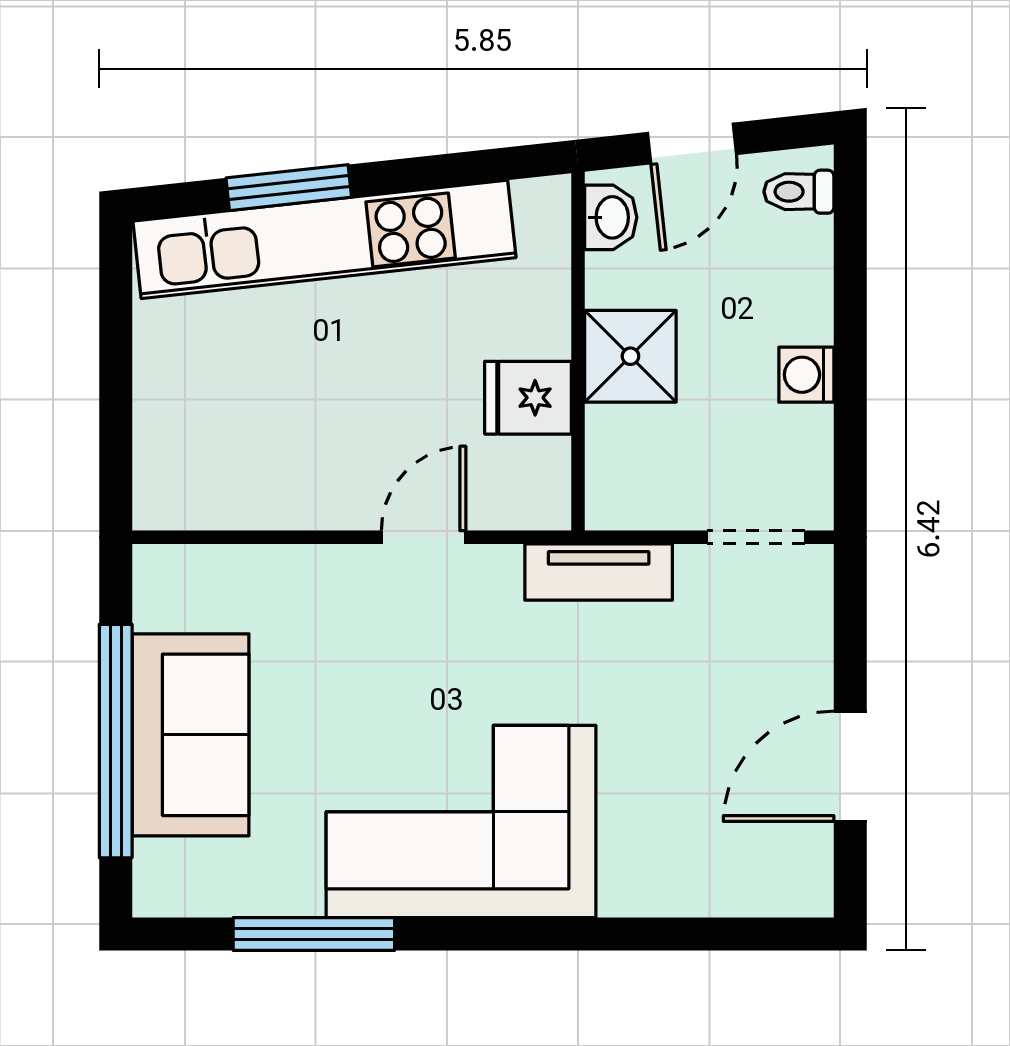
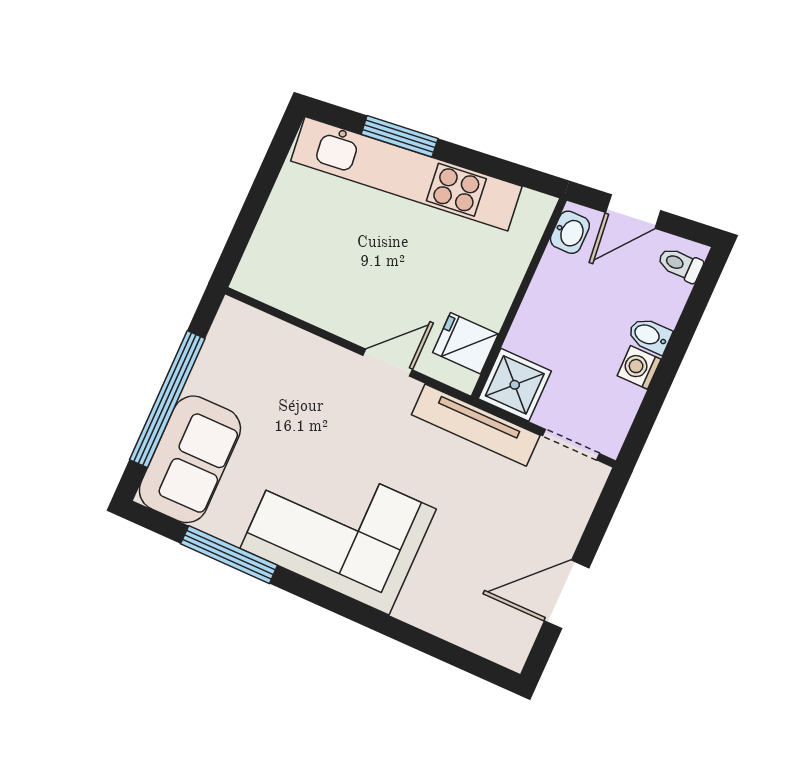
bidet: (801, 319) -> (650, 336), added
shower: (630, 356) -> (515, 385), moved
fridge: (528, 398) -> (466, 343), moved
tv unit: (599, 572) -> (476, 425), width x1.41
sofa: (190, 735) -> (190, 459), moved

